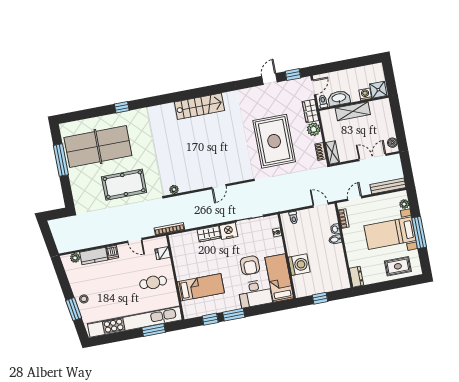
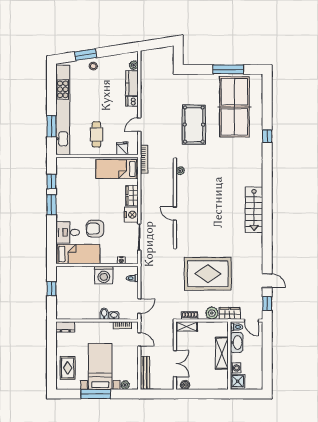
washing machine: (299, 265) -> (104, 275), moved
bed: (201, 287) -> (117, 169), moved, turned 90
desk: (255, 293) -> (68, 232), width x0.73

